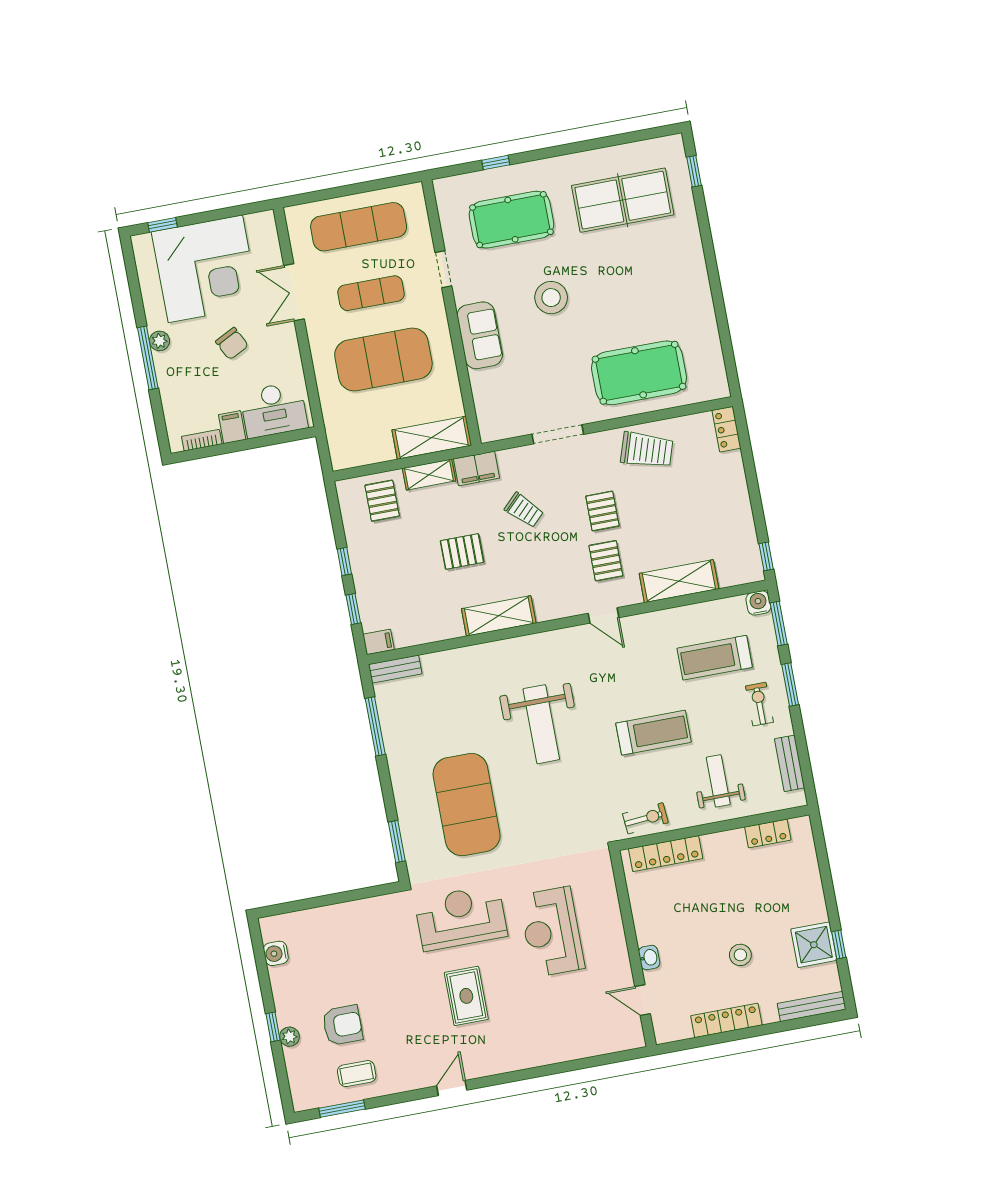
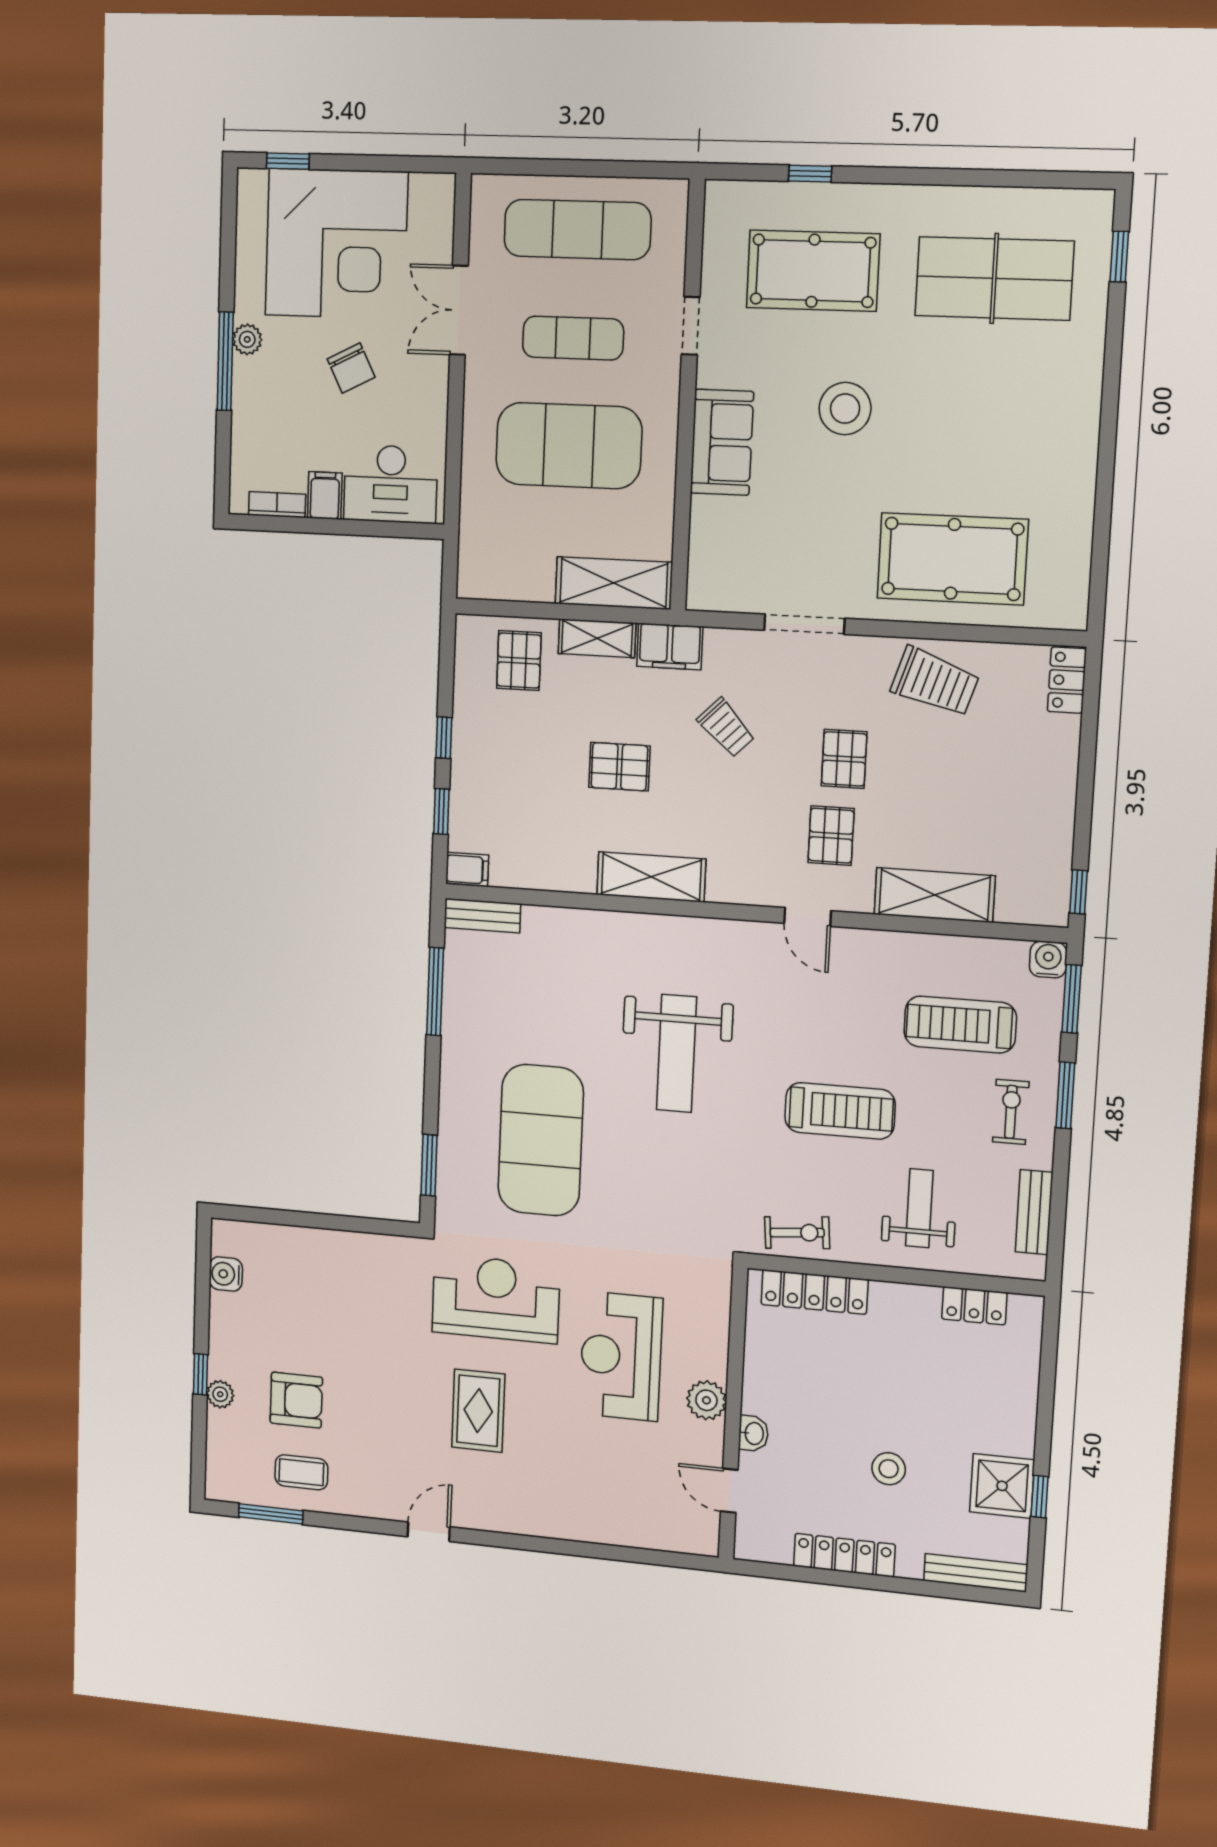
plant: (614, 945) -> (706, 1400), added

